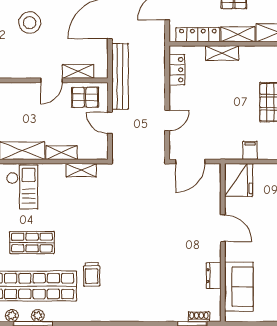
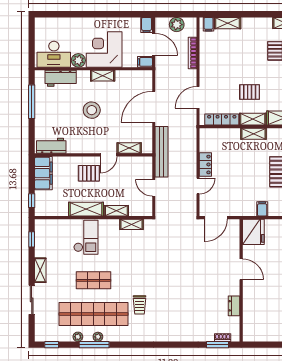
shelving: (222, 53) -> (253, 134), moved
locker: (177, 70) -> (205, 164), moved
pallet: (85, 97) -> (89, 173), moved
sofa: (239, 287) -> (254, 314), removed

